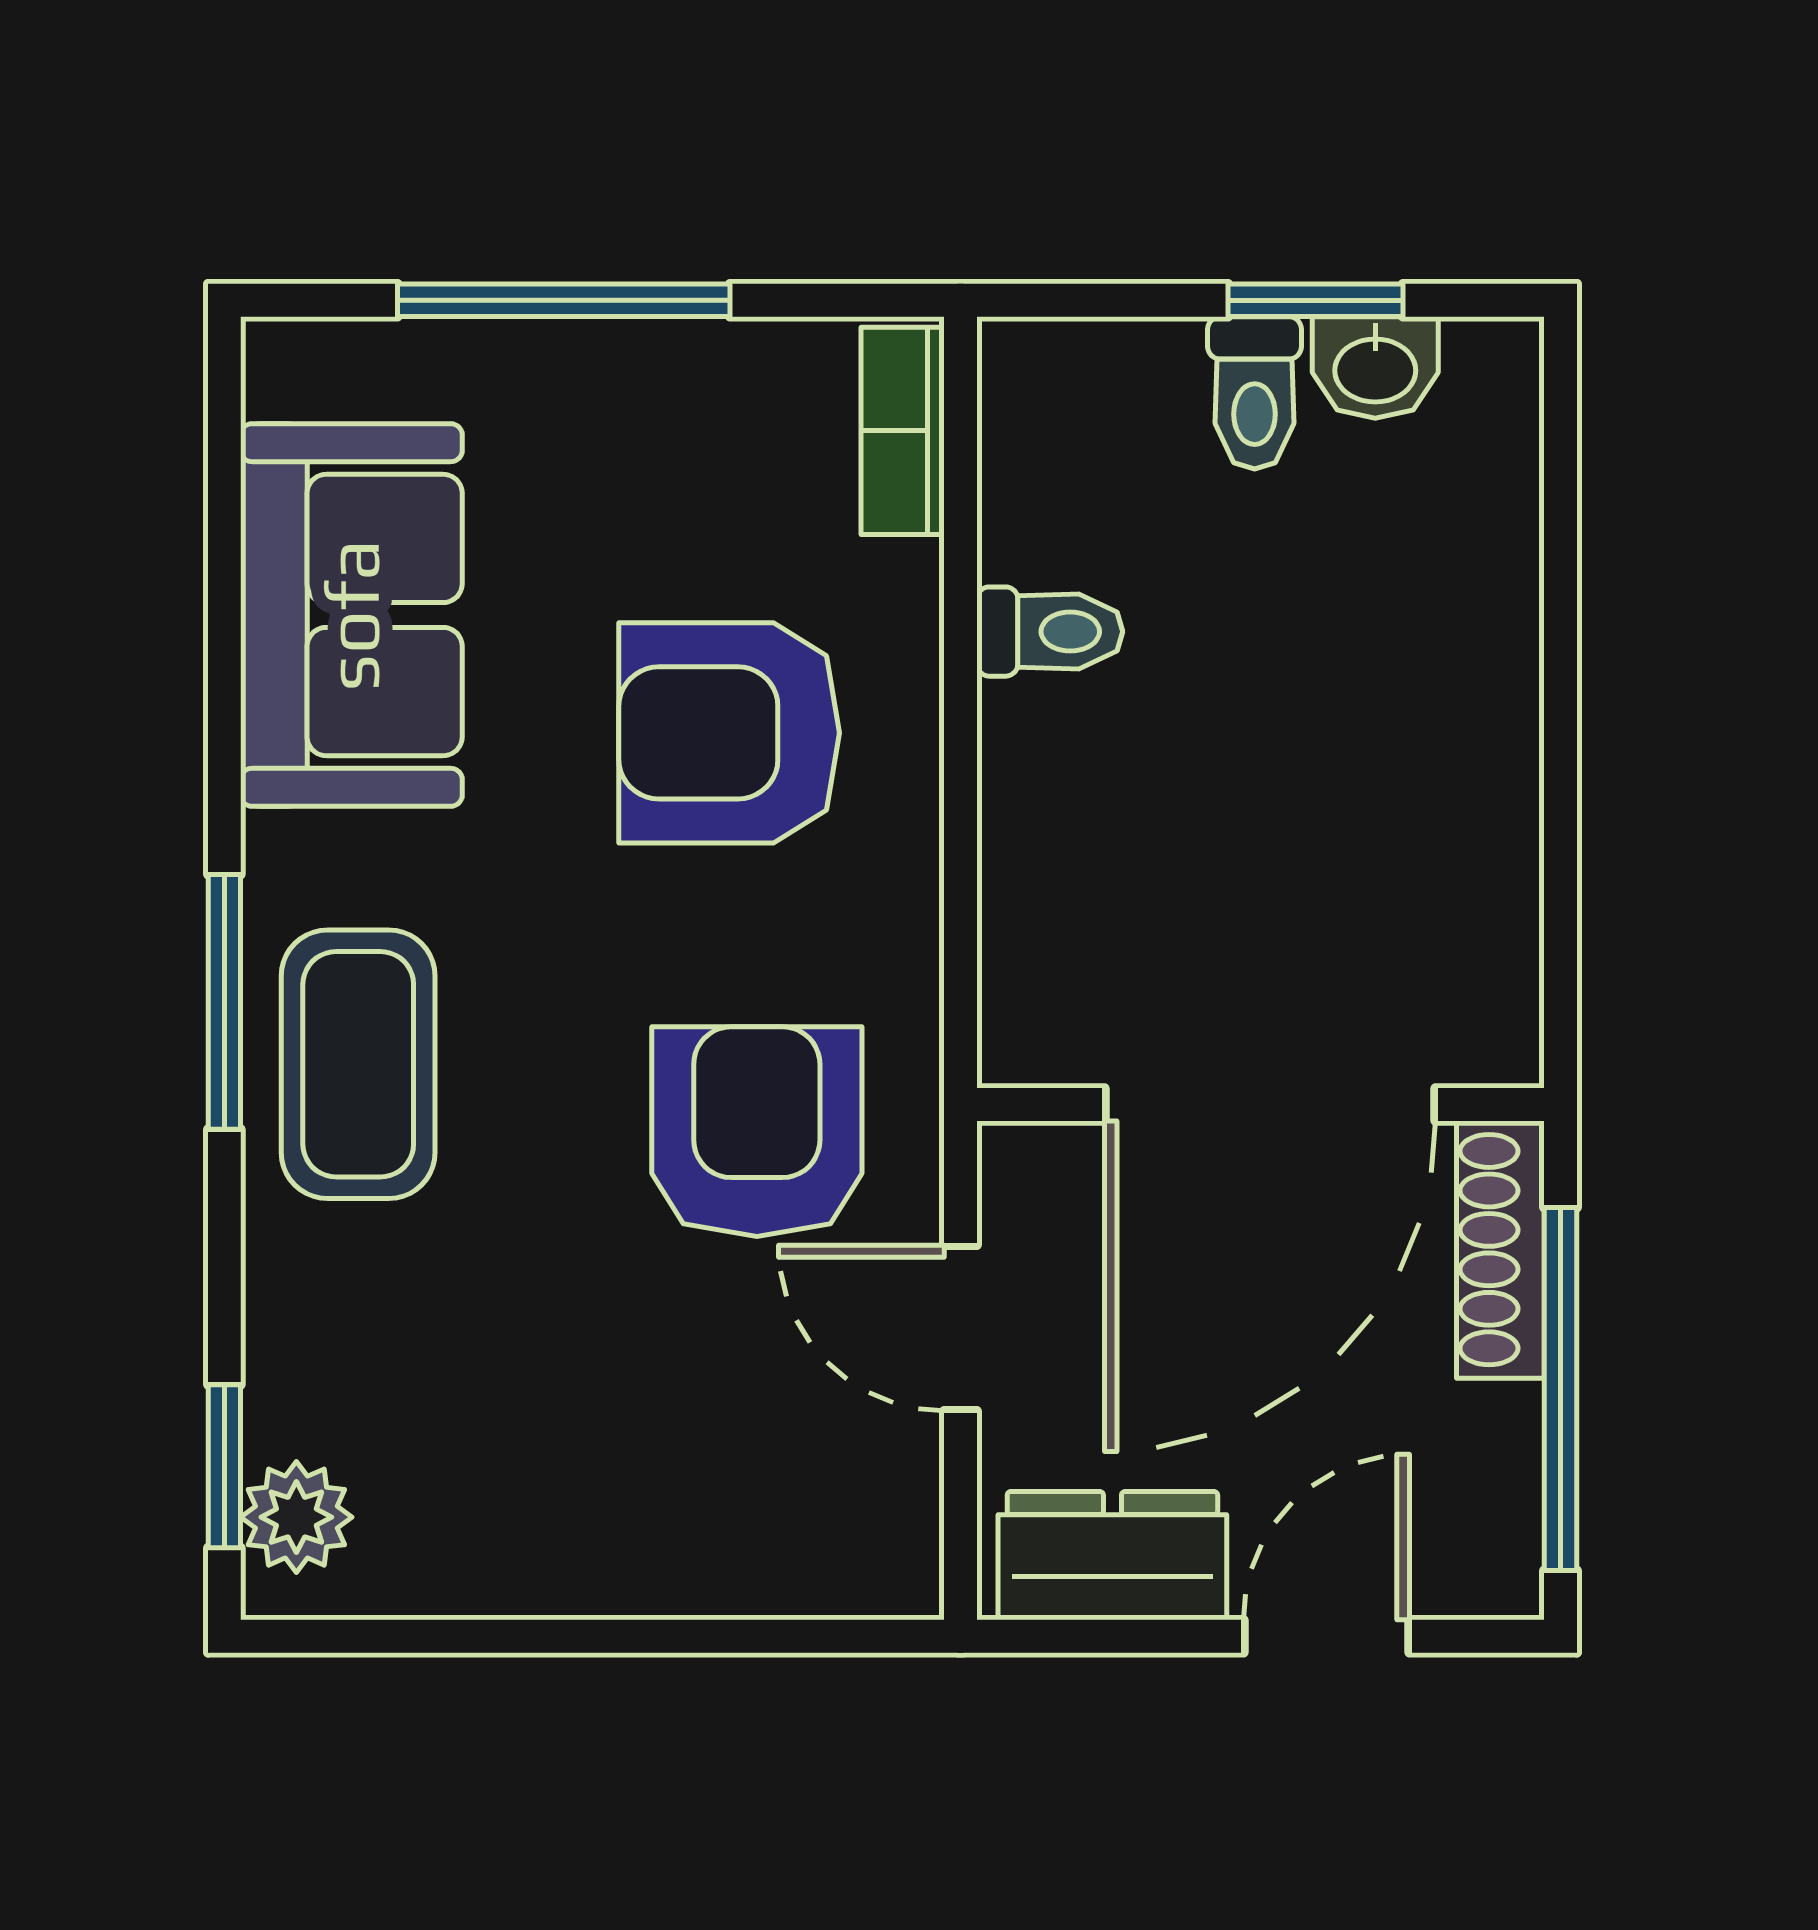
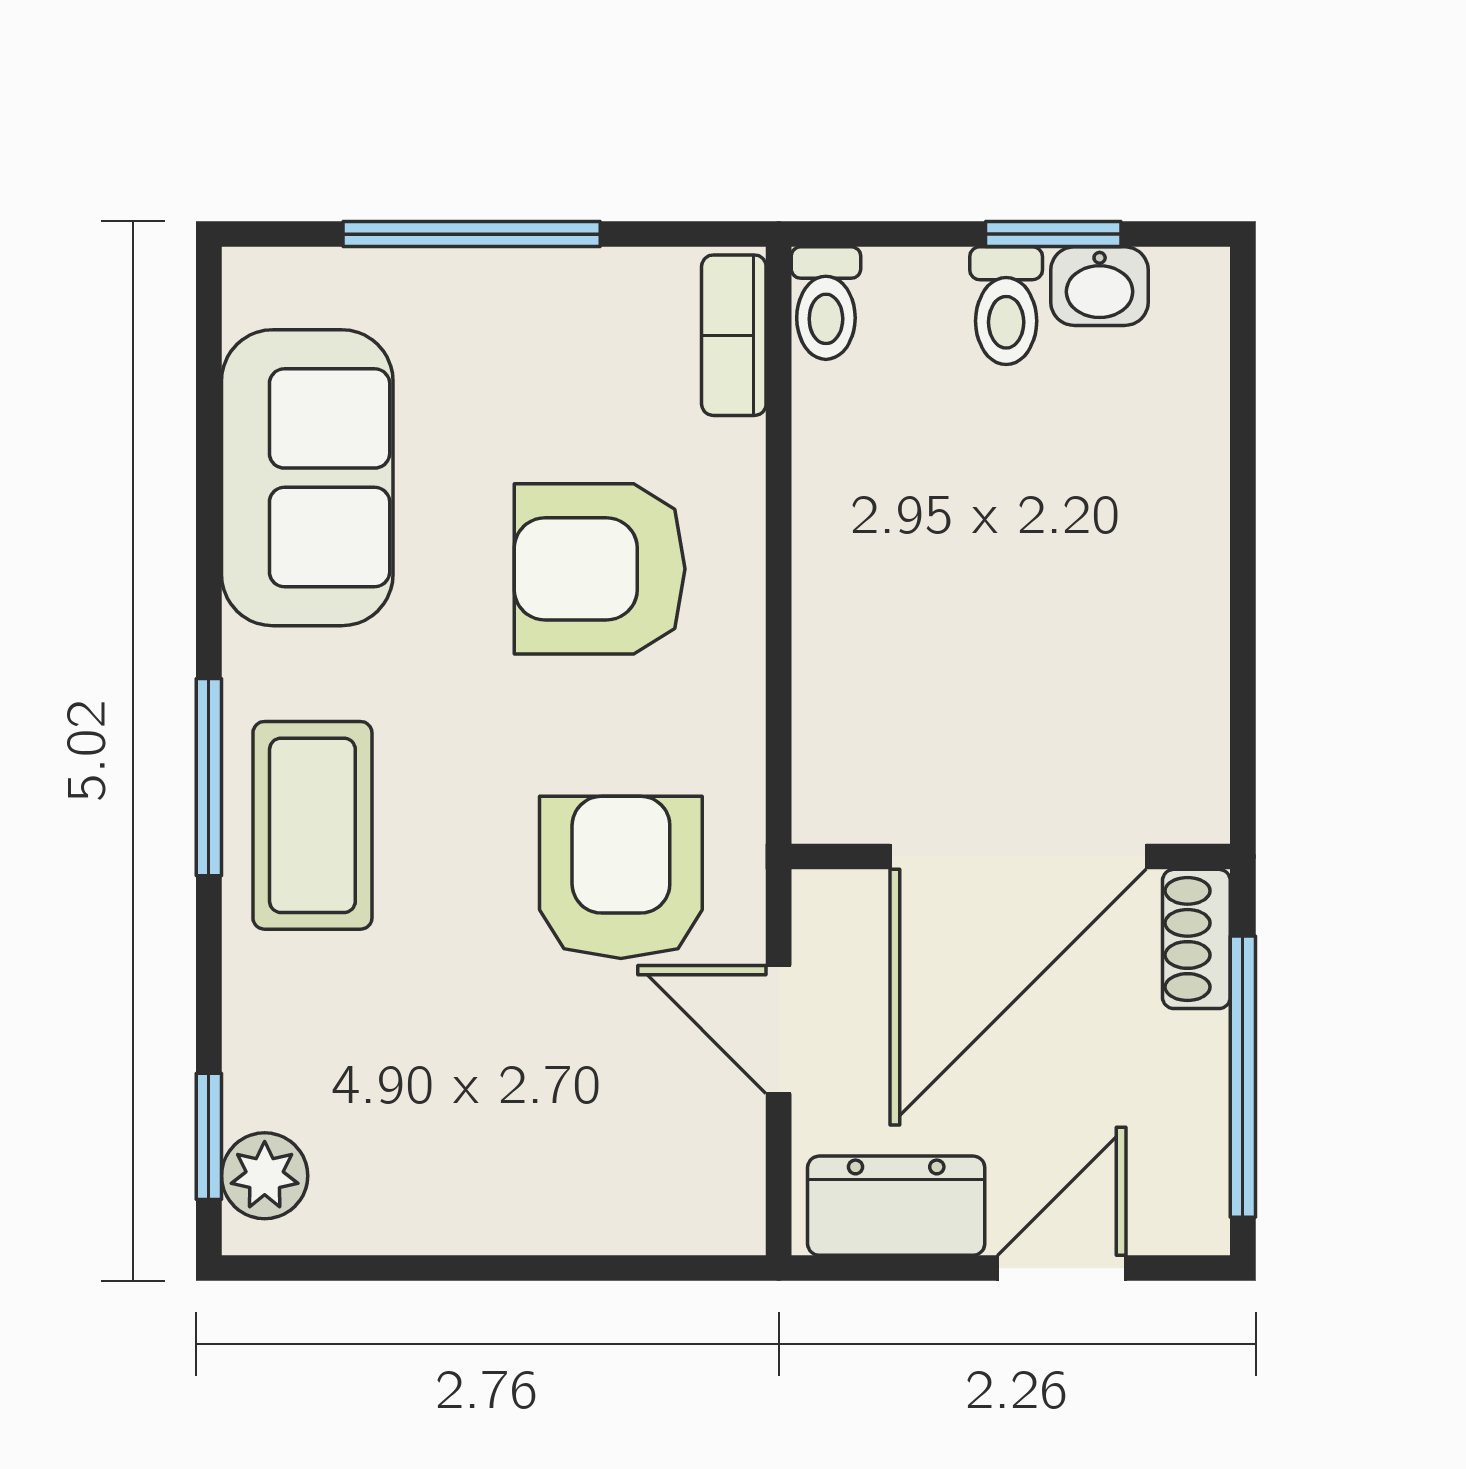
toilet: (1050, 632) -> (826, 303), moved, turned 90
shoe rack: (1500, 1250) -> (1196, 939), width x0.70

